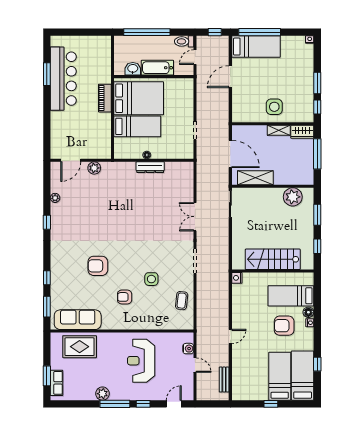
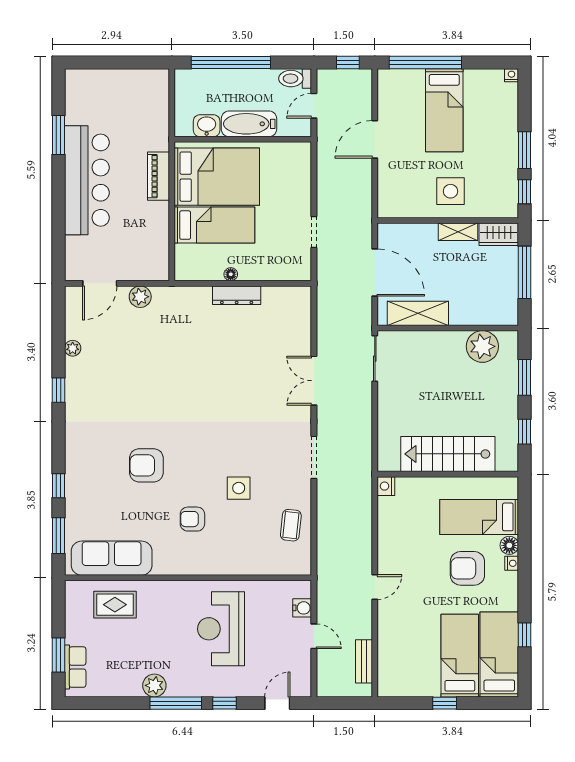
bed: (256, 47) -> (444, 110), moved, turned 90
bar counter: (63, 79) -> (87, 180), moved
rug: (80, 347) -> (115, 605), width x0.73, depth x0.70

